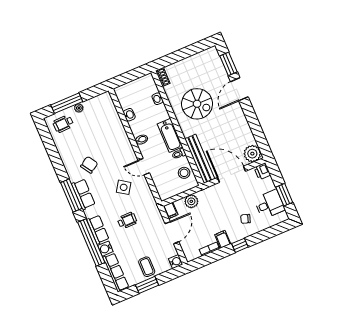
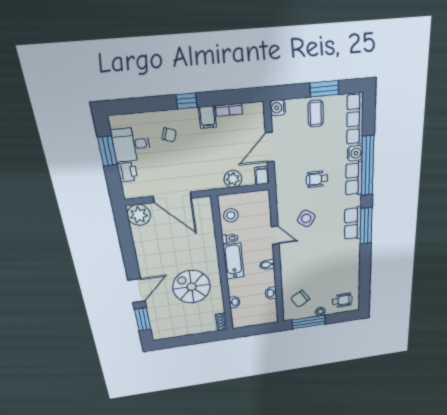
window: (67, 103) -> (309, 322), moved
bench: (200, 159) -> (207, 226), removed
chair: (89, 165) -> (300, 299), moved
printer: (262, 171) -> (127, 172), moved

